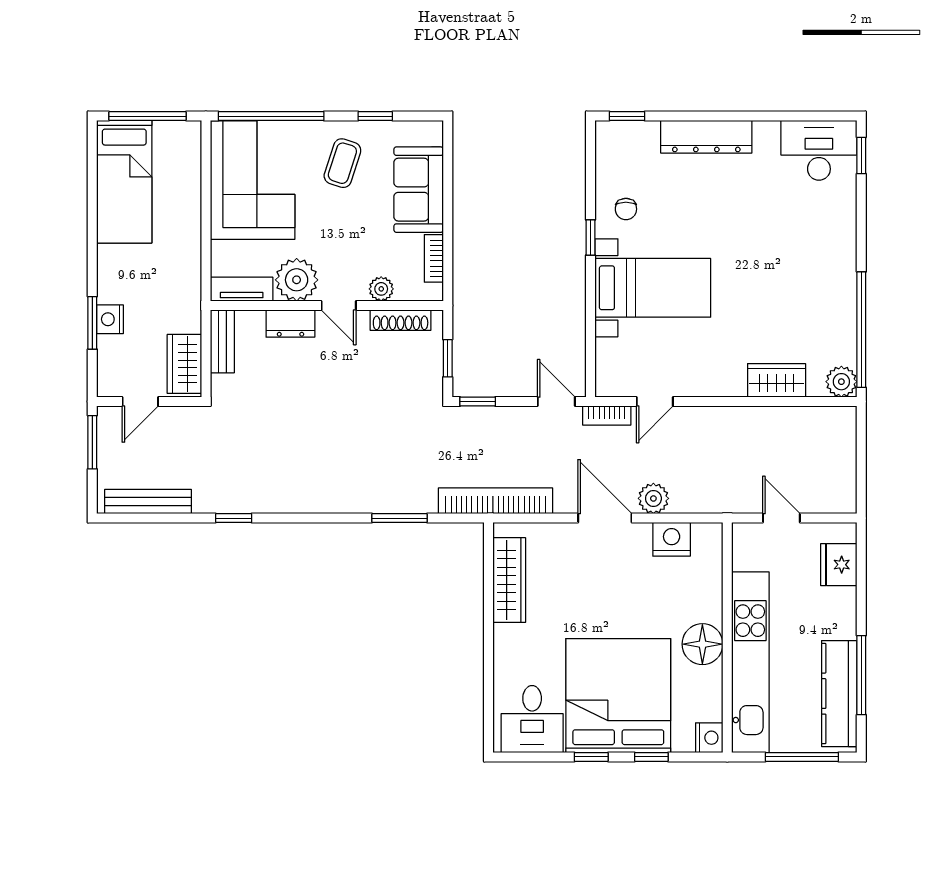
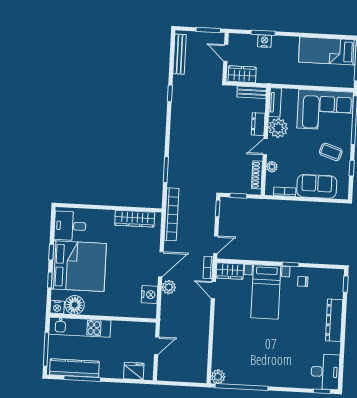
wardrobe: (777, 380) -> (230, 271), moved, turned 90
floor lamp: (702, 644) -> (75, 305), moved
kitchen unit: (750, 662) -> (80, 327), width x0.73

